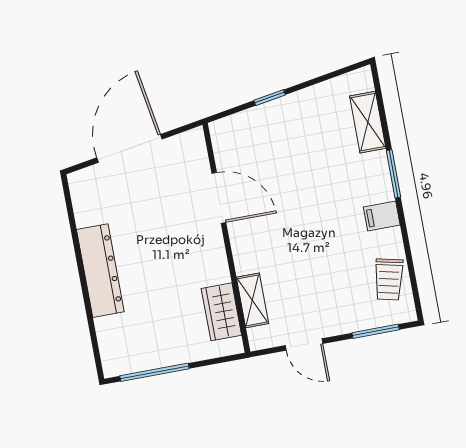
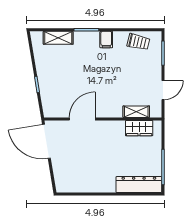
door: (129, 148) -> (46, 141), moved
dresser: (100, 271) -> (139, 185), moved

